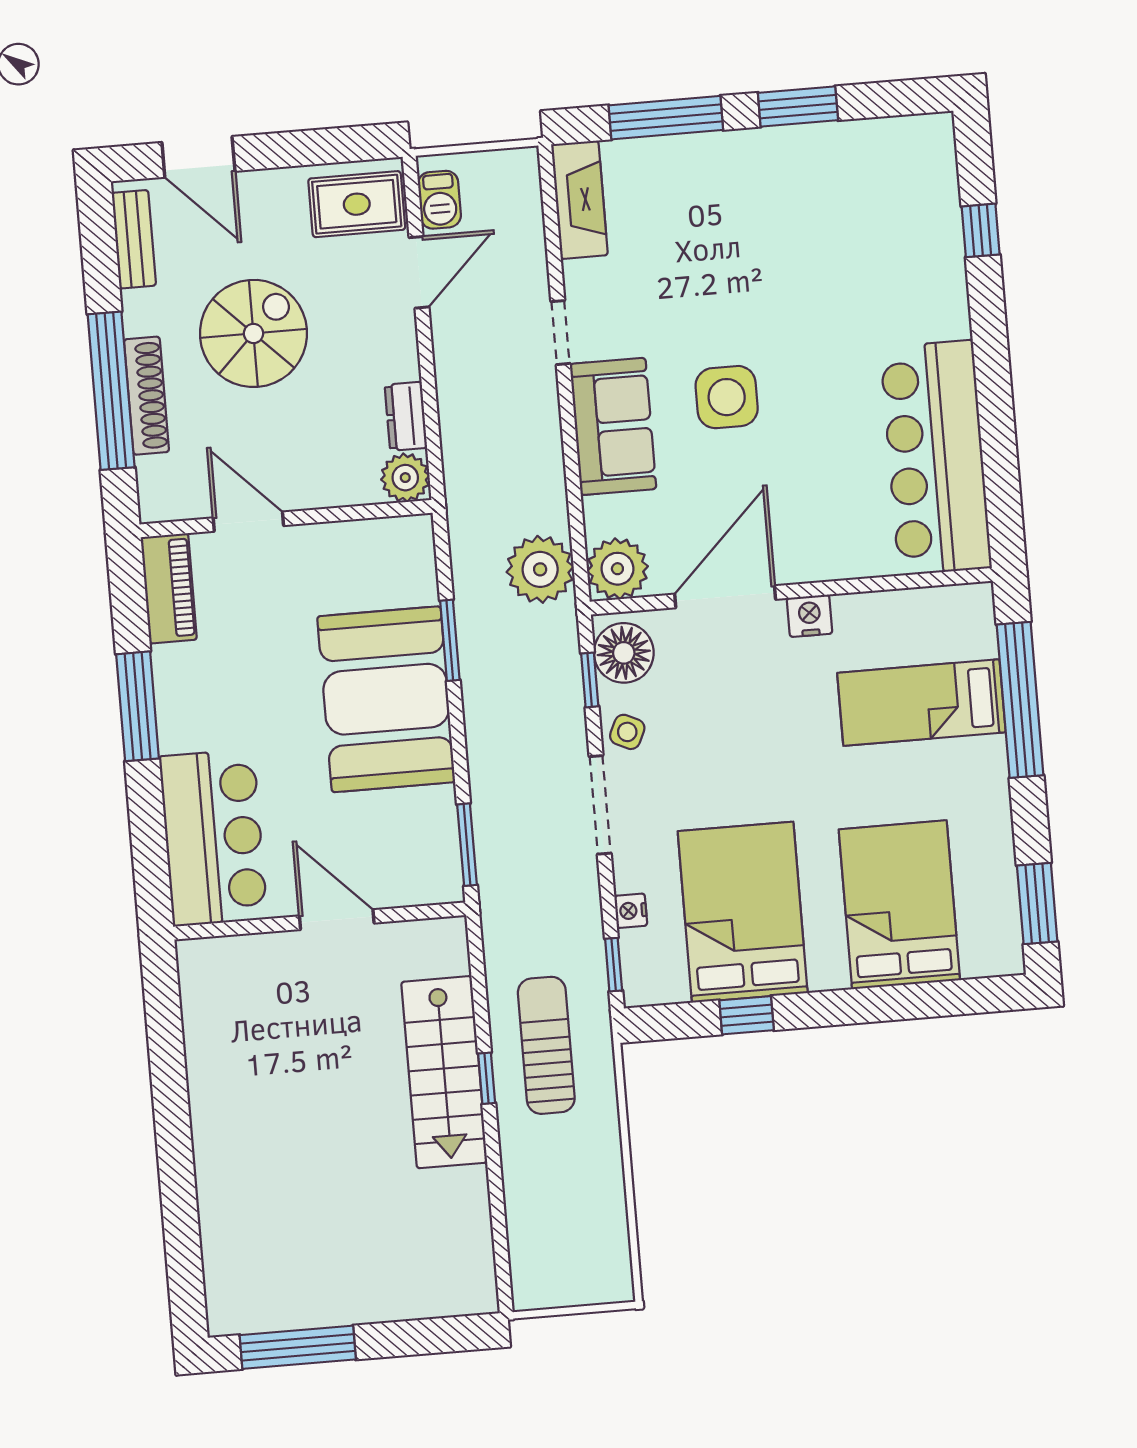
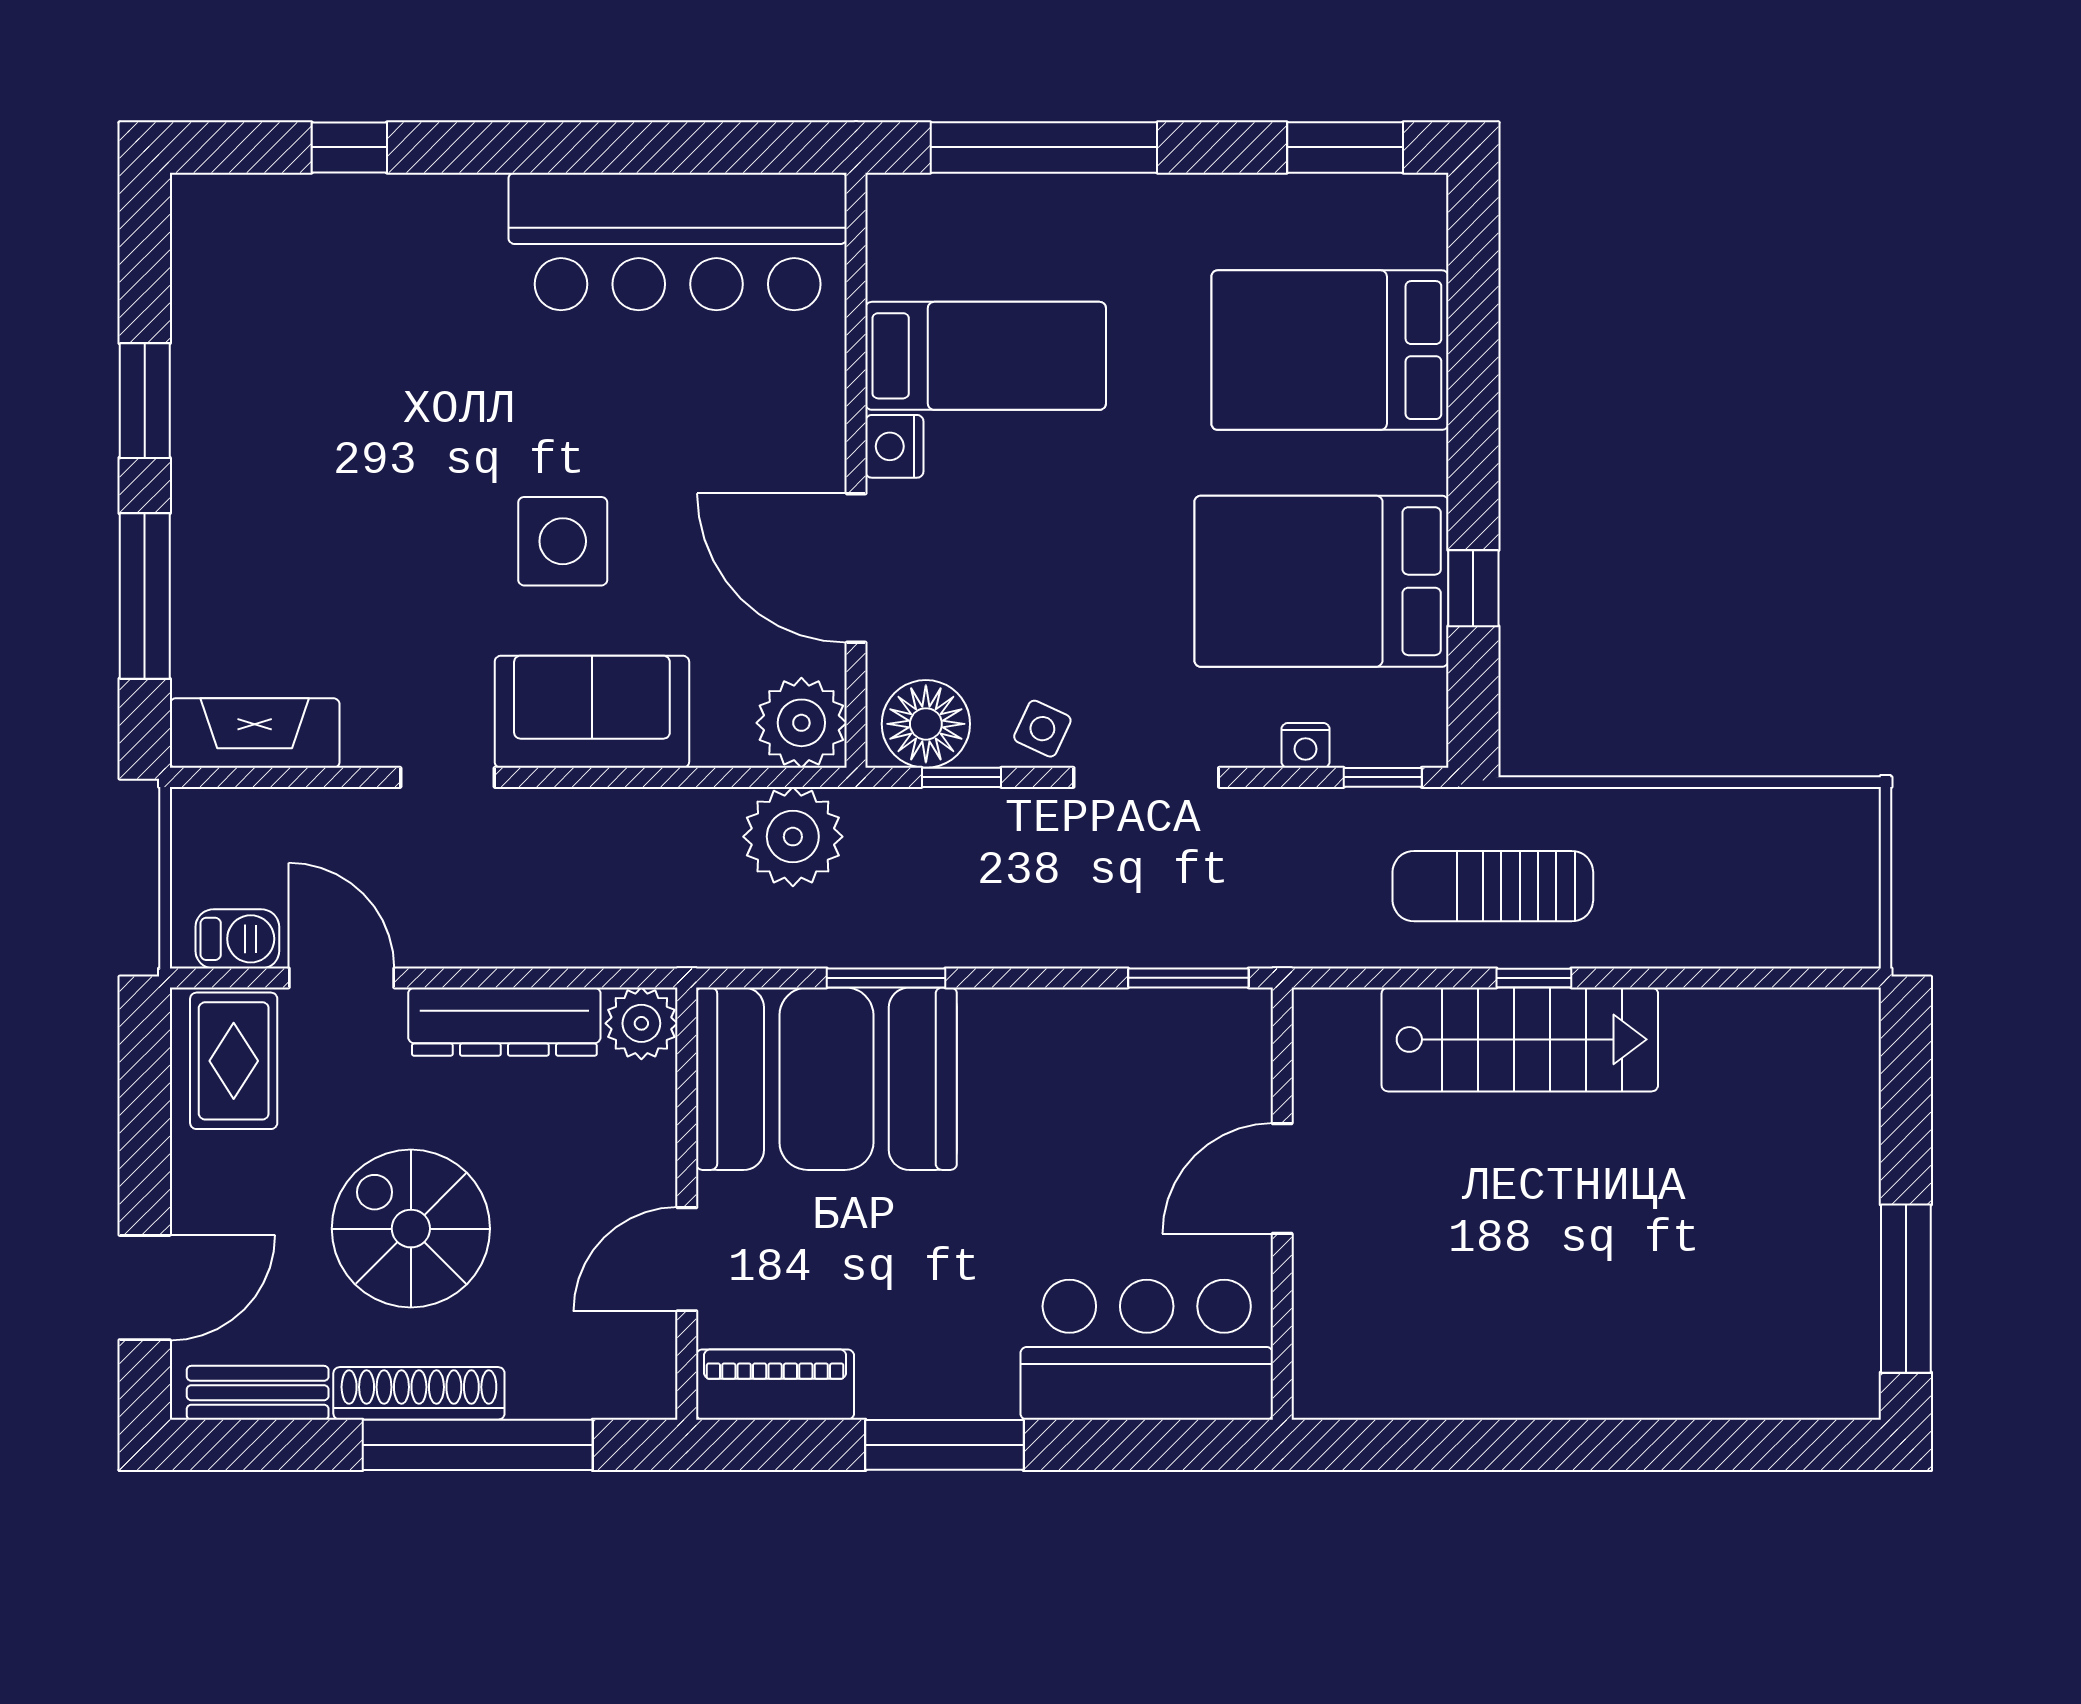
shoe rack: (146, 396) -> (419, 1393), moved
dresser: (406, 416) -> (504, 1022), width x1.96, depth x1.24
booth: (386, 699) -> (826, 1079), moved
bed: (921, 703) -> (986, 356), moved, turned -90

